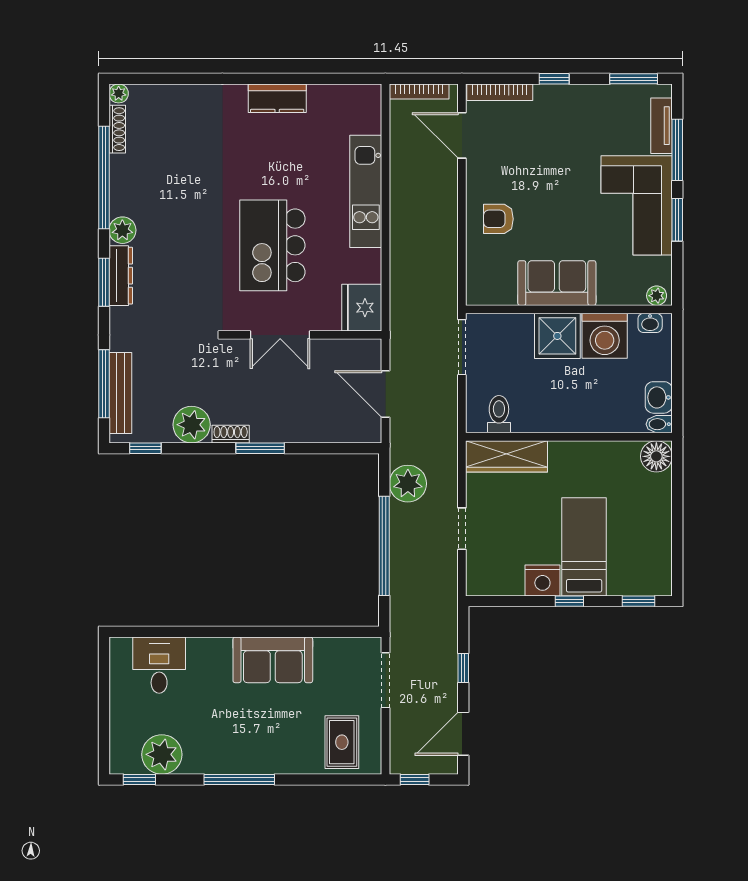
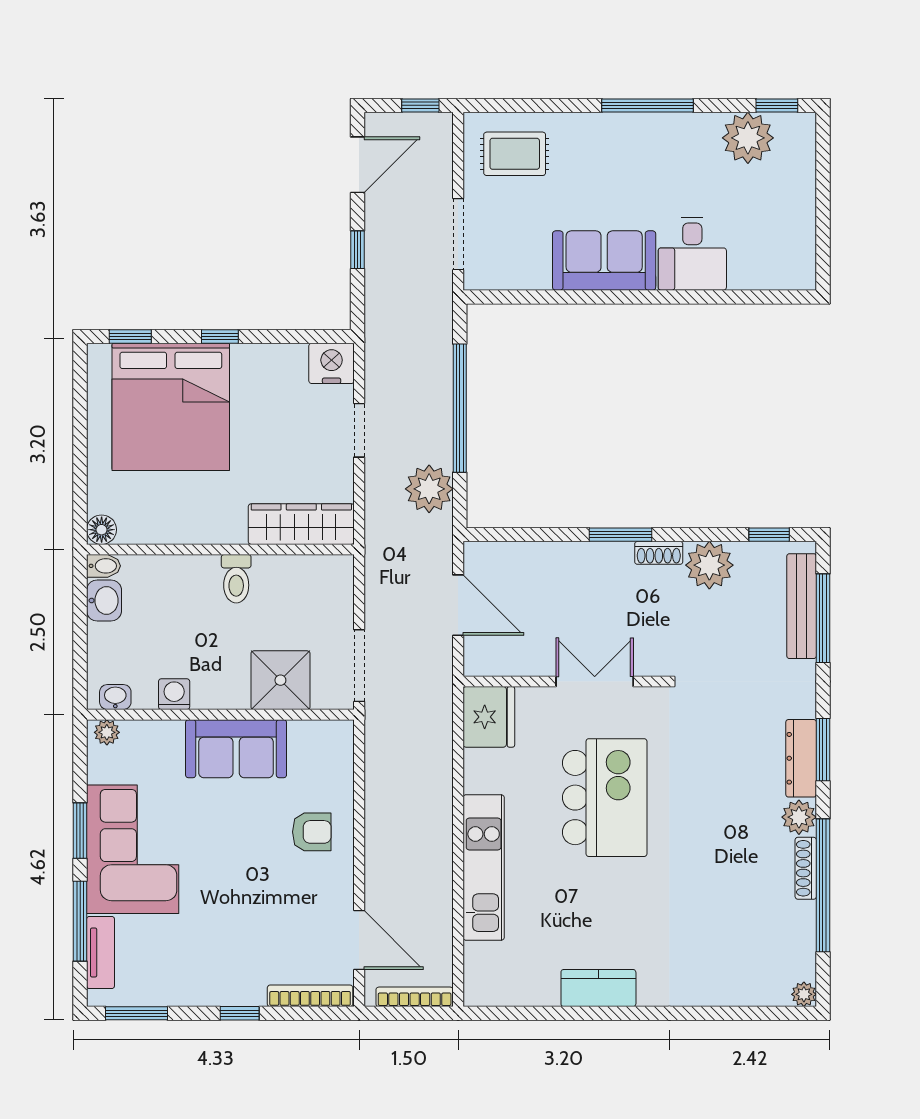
shoe rack: (117, 129) -> (806, 868), moved
shower: (557, 336) -> (280, 680), moved
washing machine: (605, 336) -> (174, 694), width x0.53, depth x0.53
toilet: (499, 414) -> (236, 579), moved
floor lamp: (656, 456) -> (102, 530), width x0.73, depth x0.73
bed: (584, 547) -> (171, 407), width x2.04
nightstand: (542, 580) -> (332, 363), moved
desk: (159, 665) -> (692, 254), moved
rug: (342, 742) -> (515, 154), turned 90

